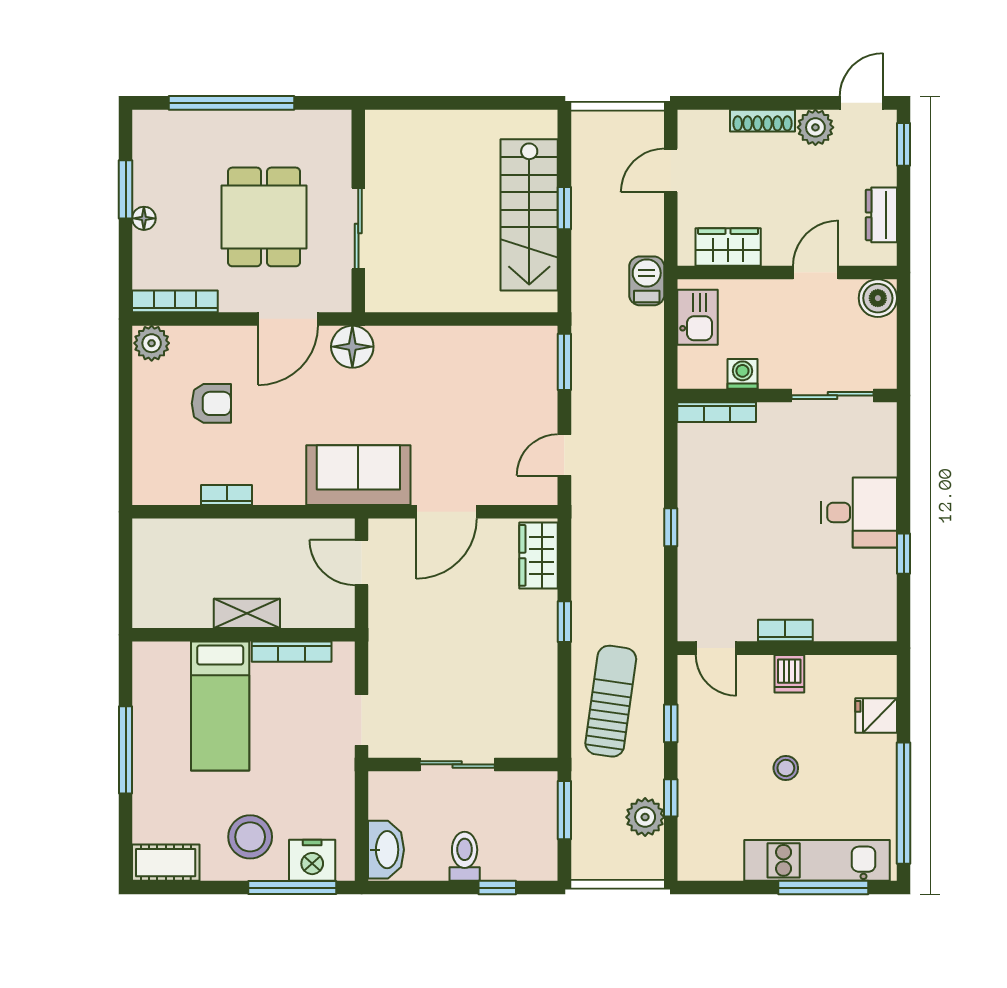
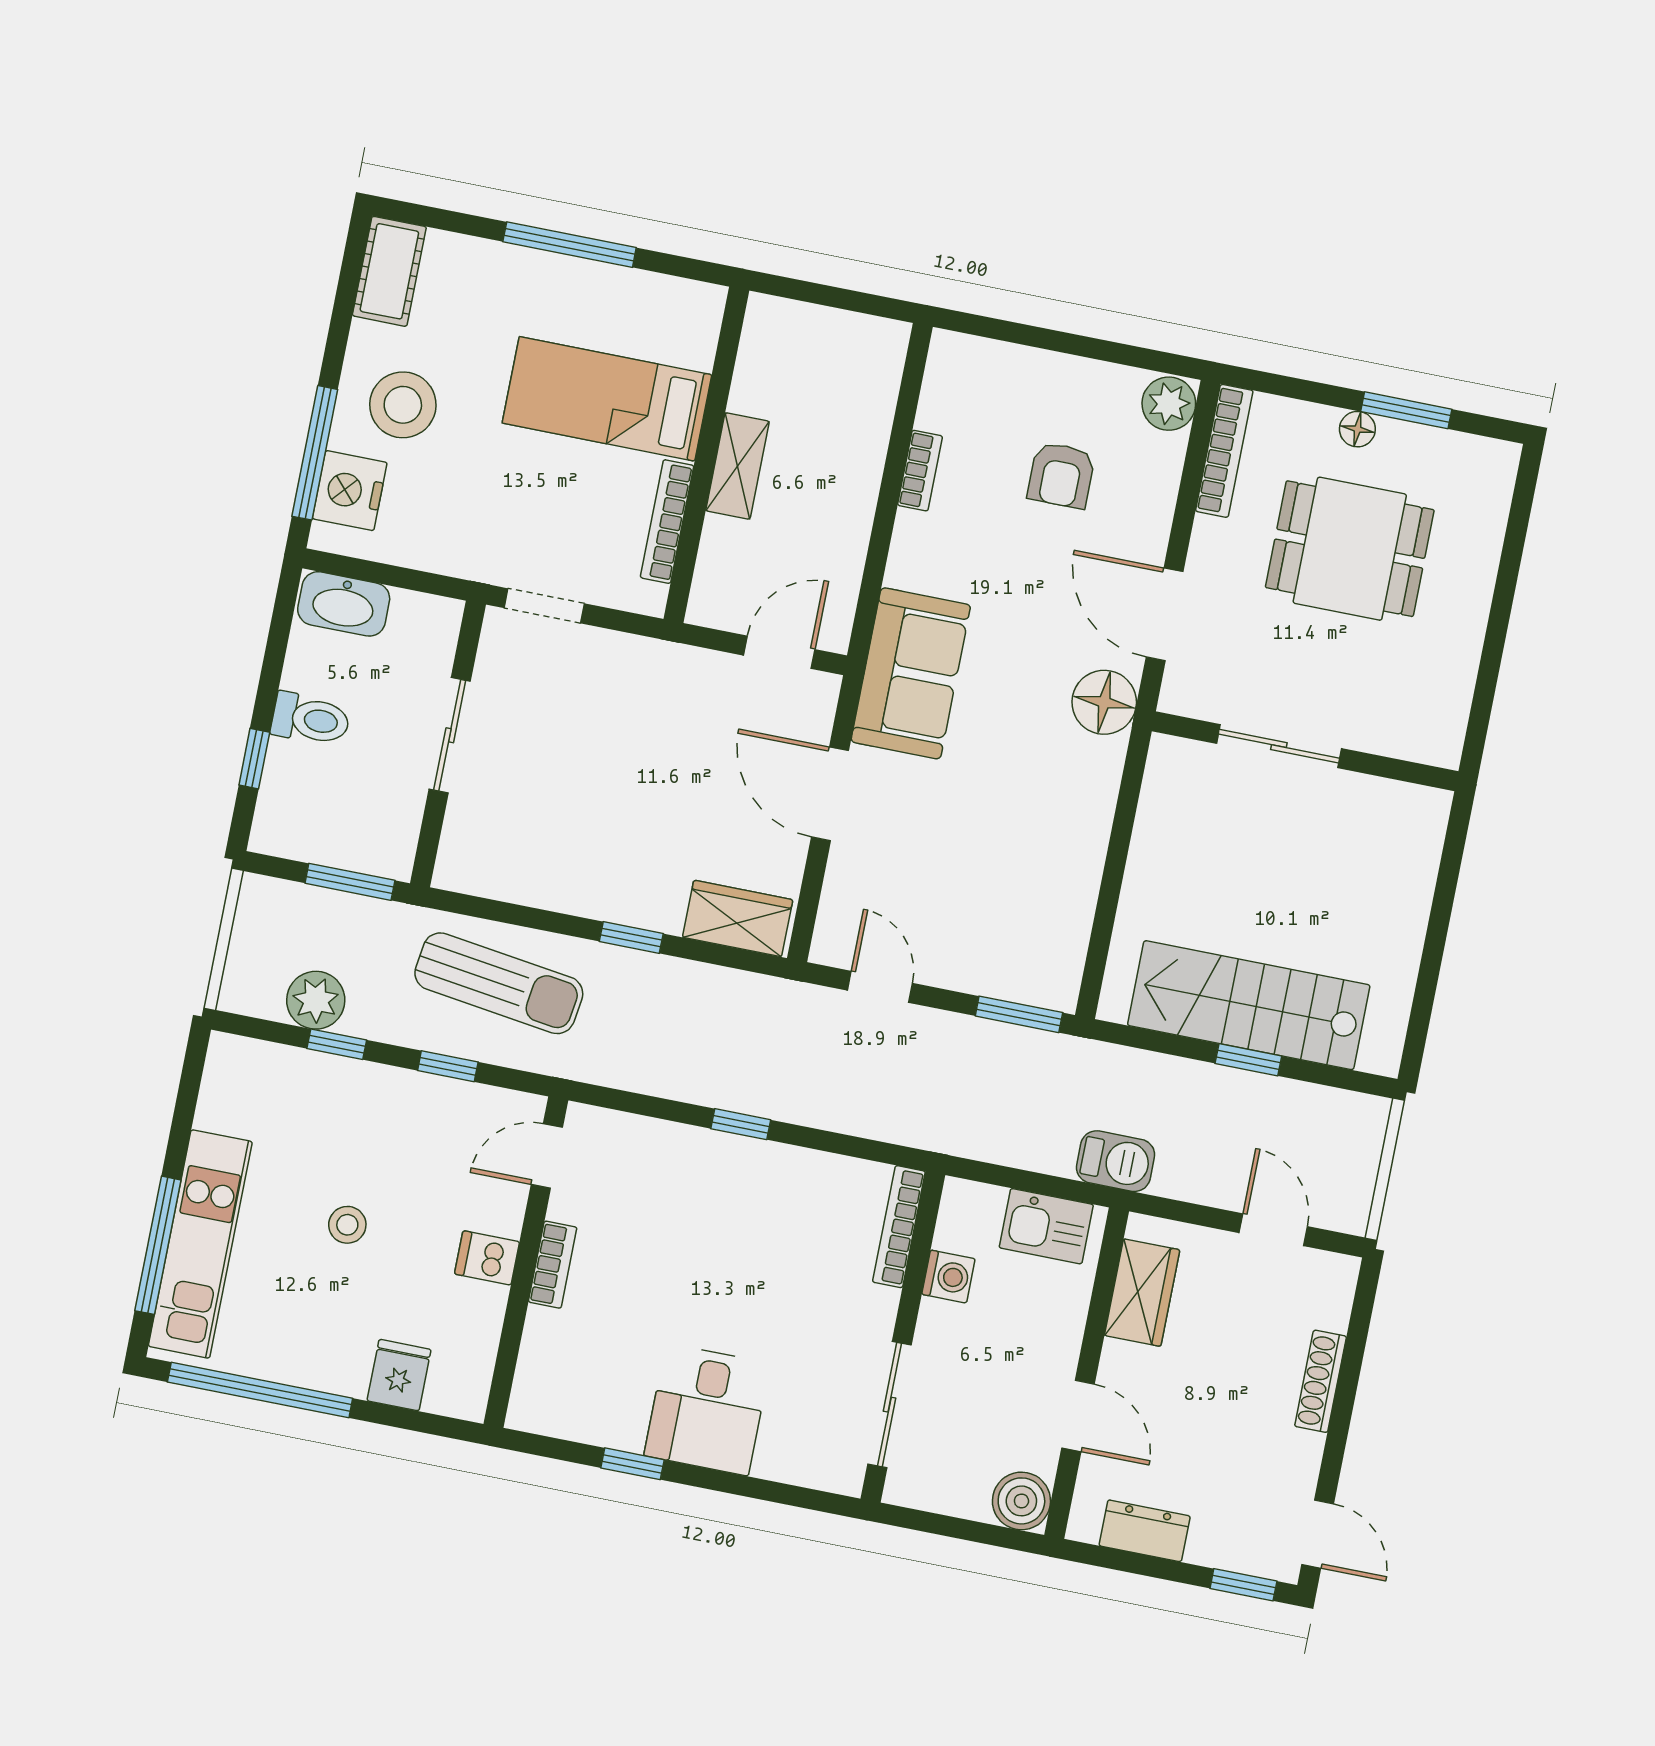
window: (232, 103) -> (1504, 594), removed
plant: (815, 127) -> (1295, 1458), removed
dining table: (264, 217) -> (1350, 549), moved

